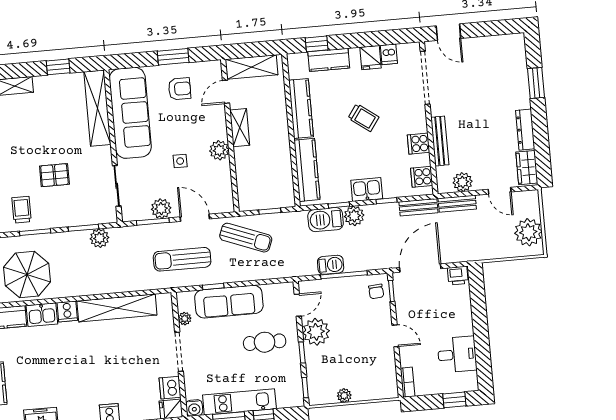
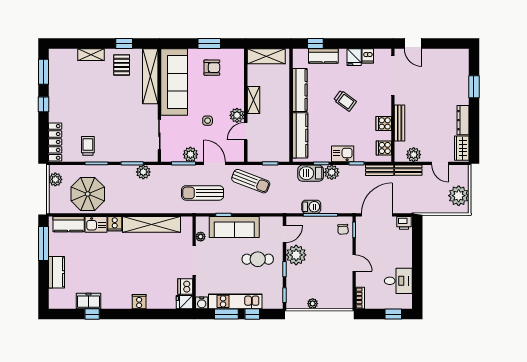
door: (226, 92) -> (246, 131), moved
pallet: (54, 175) -> (122, 65), moved, turned 90

